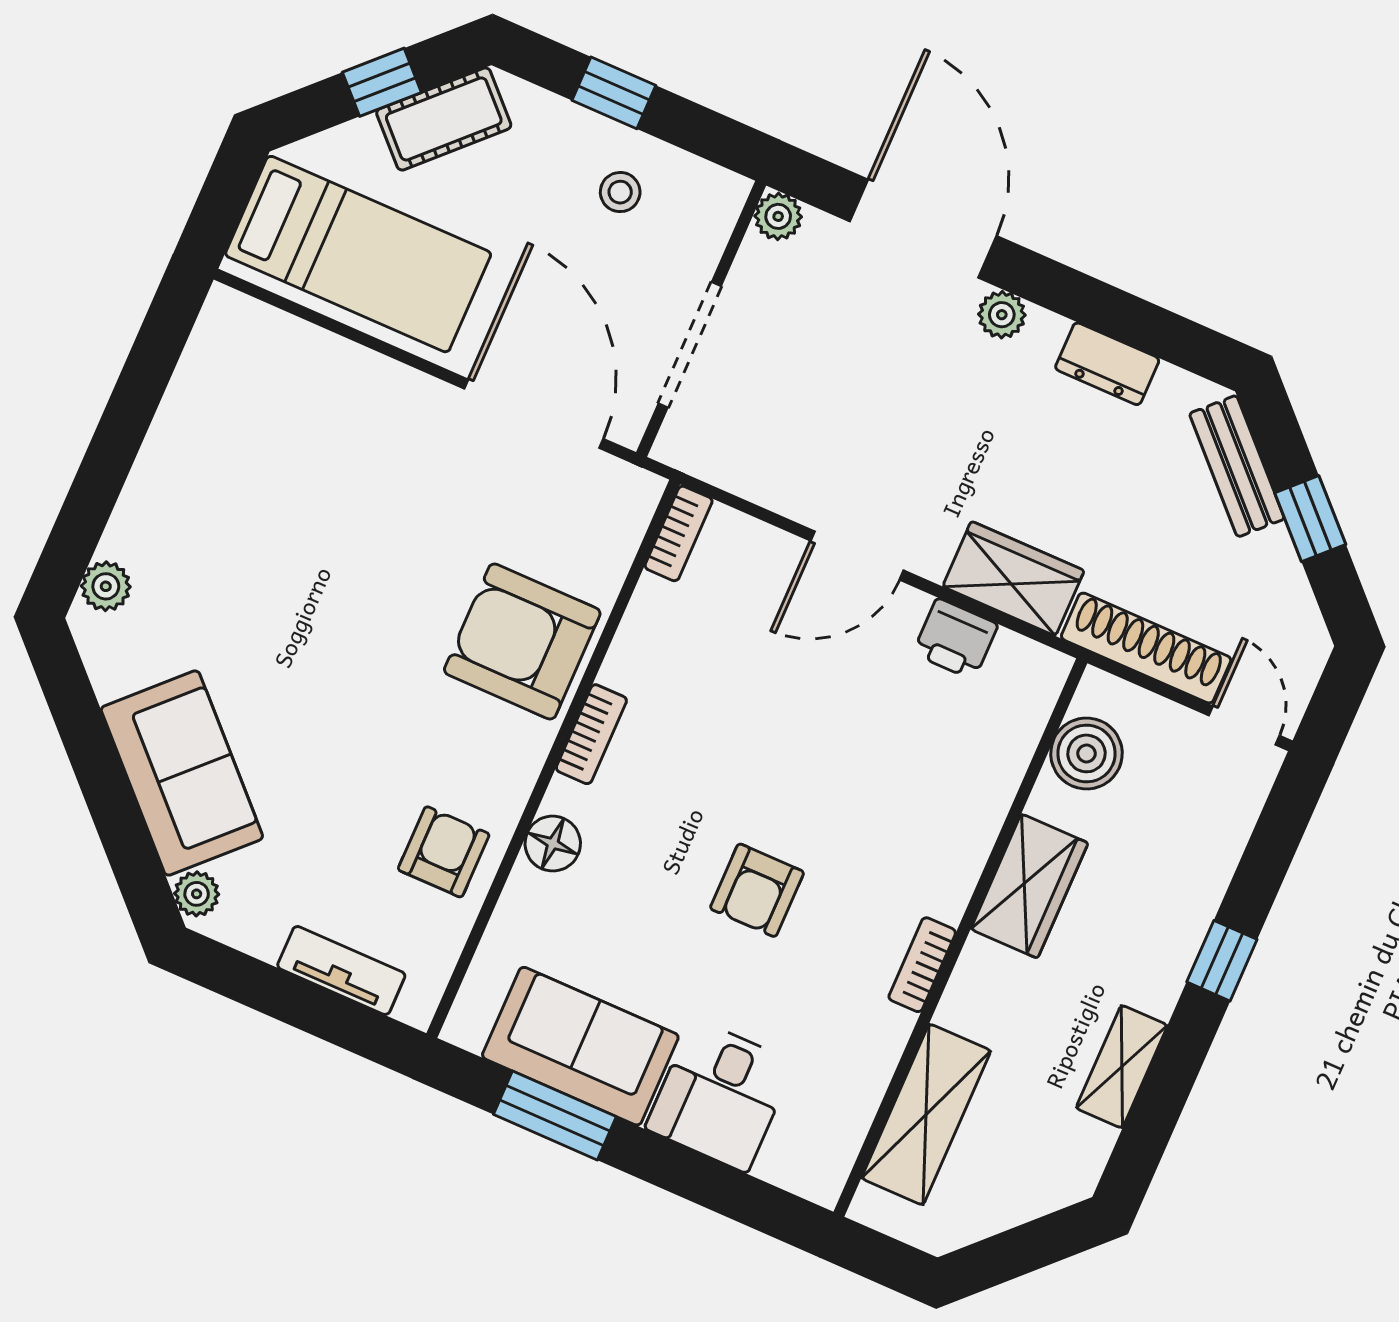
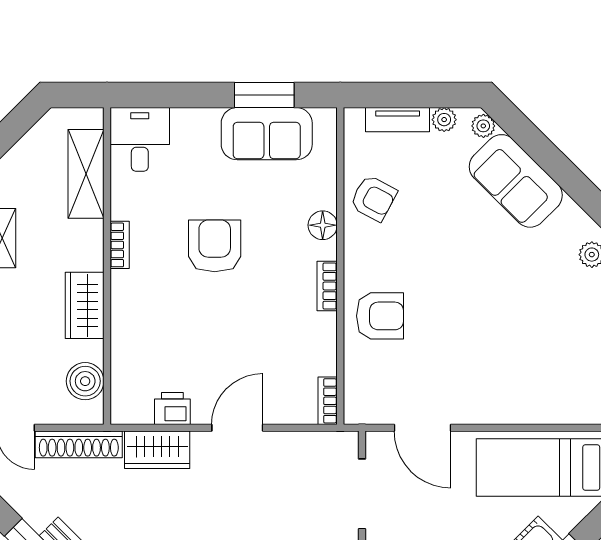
door: (534, 414) -> (422, 428), width x0.73
armchair: (522, 641) -> (380, 316), width x0.73, depth x0.73
armchair: (444, 852) -> (373, 198), turned -62
armchair: (757, 890) -> (215, 246), width x1.38, depth x1.38
plant: (260, 935) -> (444, 120), added
desk: (720, 1096) -> (140, 139), moved

